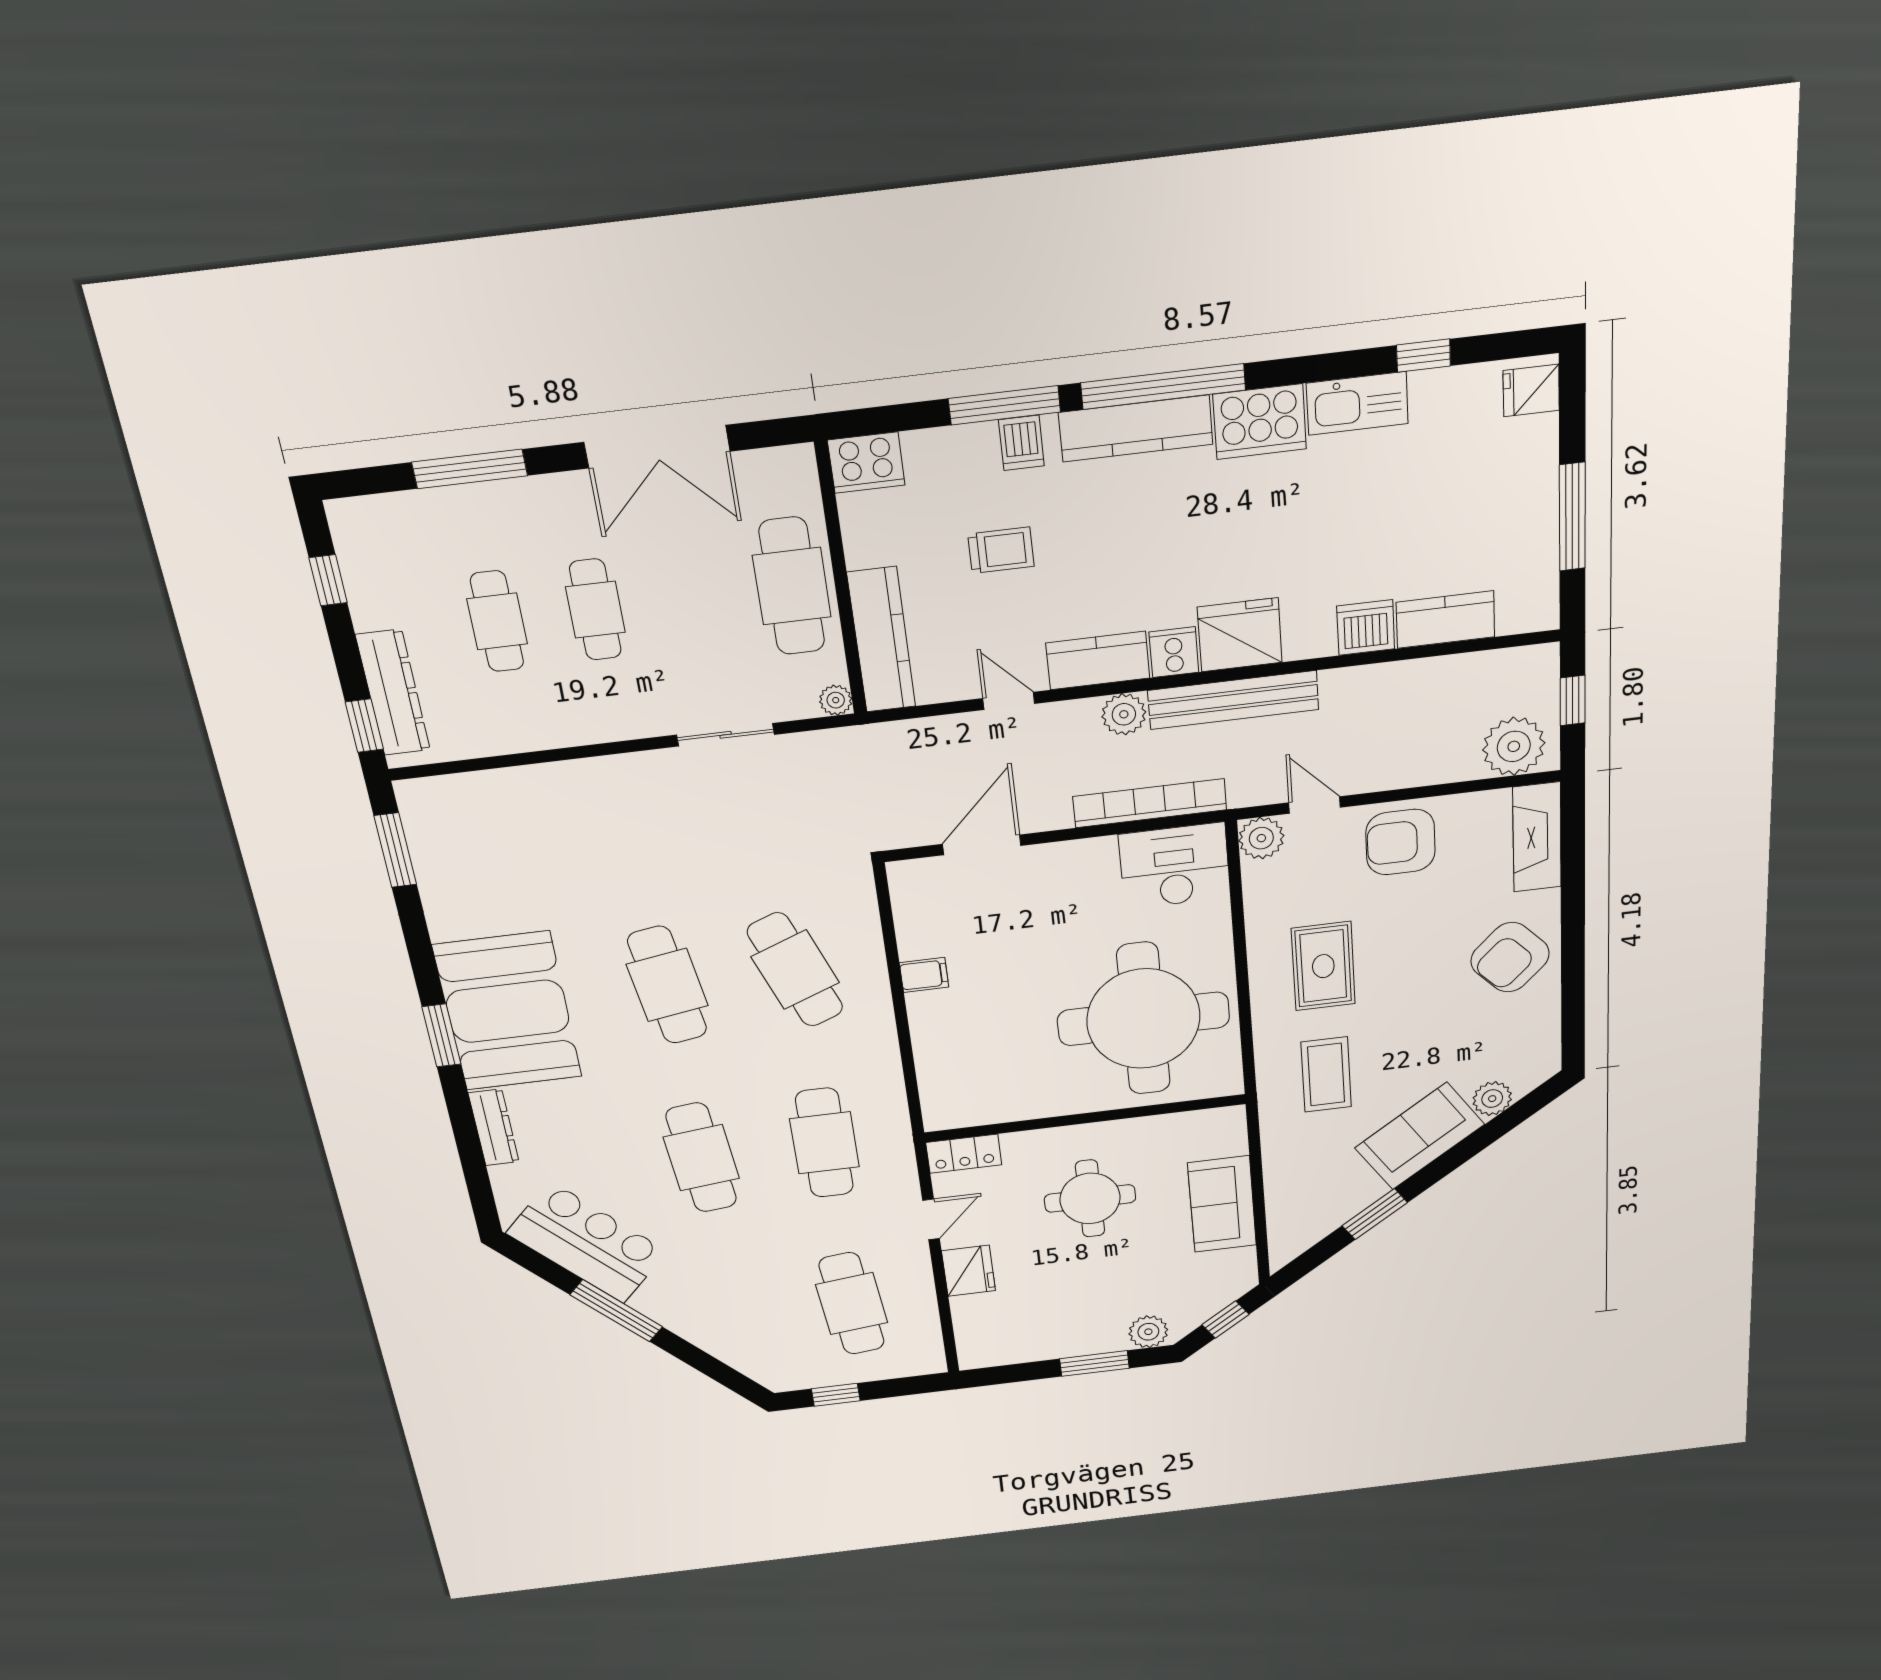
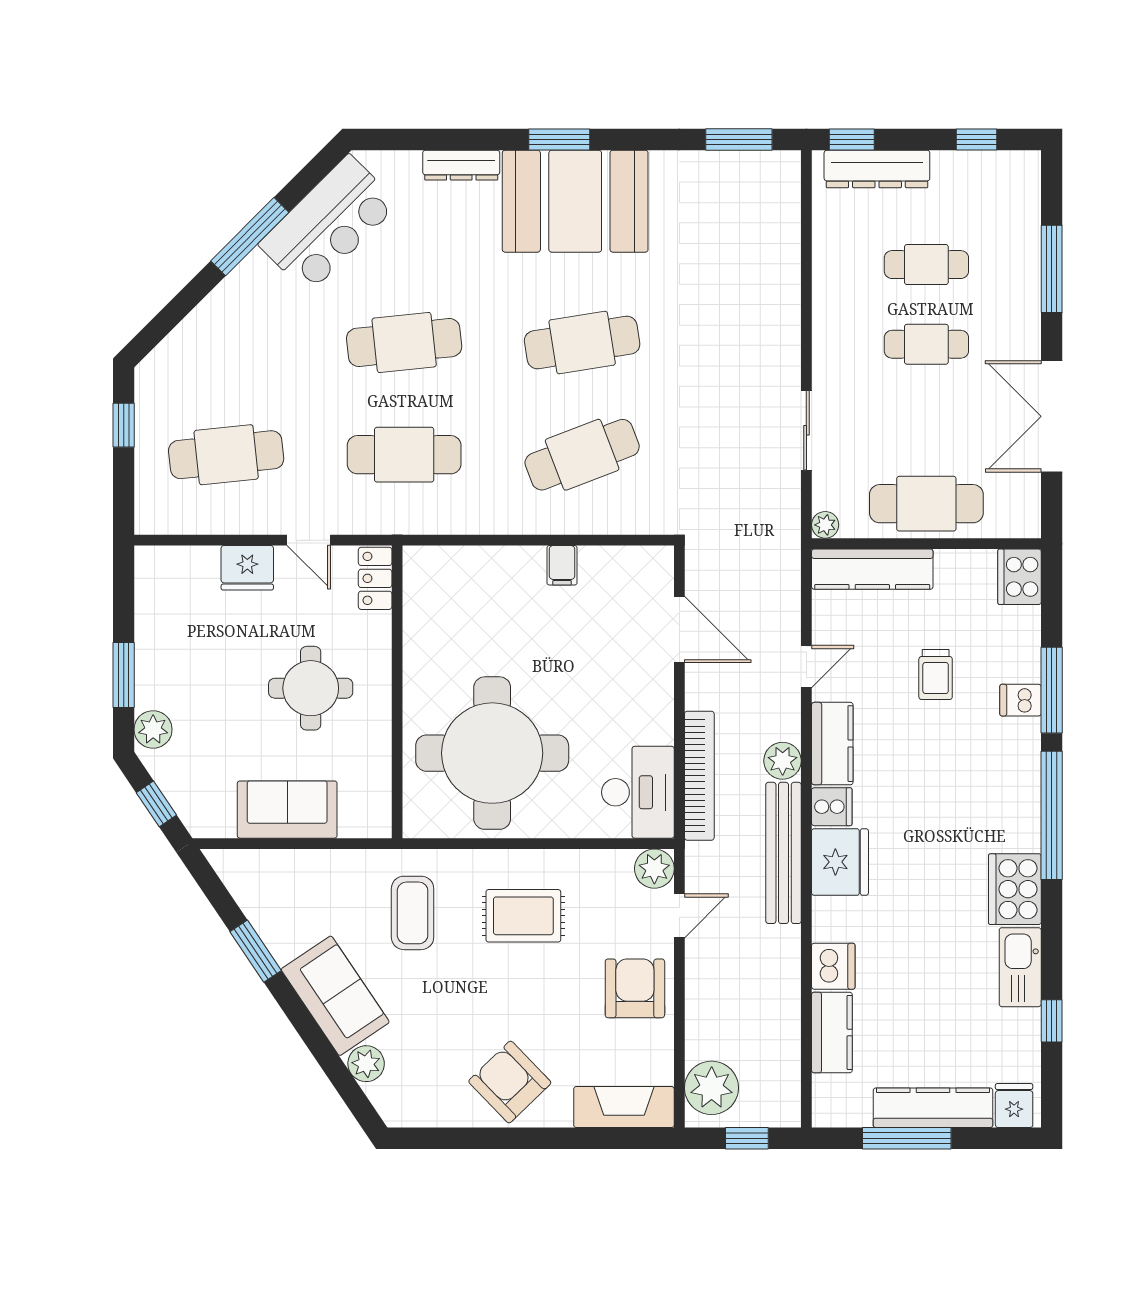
kitchen counter: (1136, 428) -> (933, 1108), moved, turned 90
coffee table: (1326, 1074) -> (413, 913), turned 90

